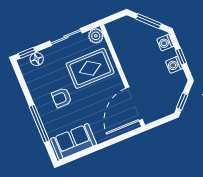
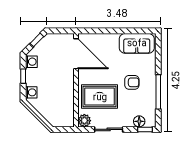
window: (149, 21) -> (37, 115), removed
washing machine: (174, 65) -> (31, 62), moved
door: (134, 104) -> (76, 54), hinge flipped
window: (39, 124) -> (158, 92), moved

